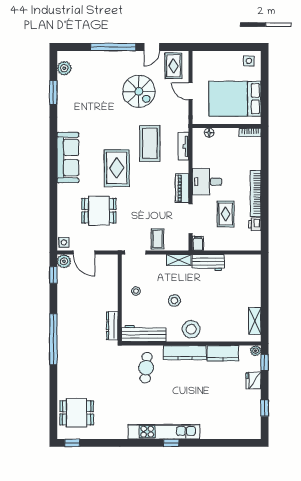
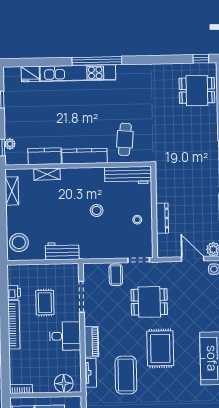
floor lamp: (209, 133) -> (64, 383), width x1.89, depth x1.89
piano: (182, 188) -> (91, 342), moved
dining table: (99, 211) -> (149, 302), moved
filing cabinet: (198, 243) -> (73, 271), removed
shelving: (179, 260) -> (47, 174), moved
dresser: (112, 326) -> (162, 218), moved
stool: (191, 329) -> (19, 242), moved
plant: (256, 351) -> (10, 144), moved
fridge: (253, 380) -> (30, 74), moved, turned 90
kitchen unit: (164, 432) -> (78, 73), moved
window: (171, 443) -> (97, 61), width x3.17

